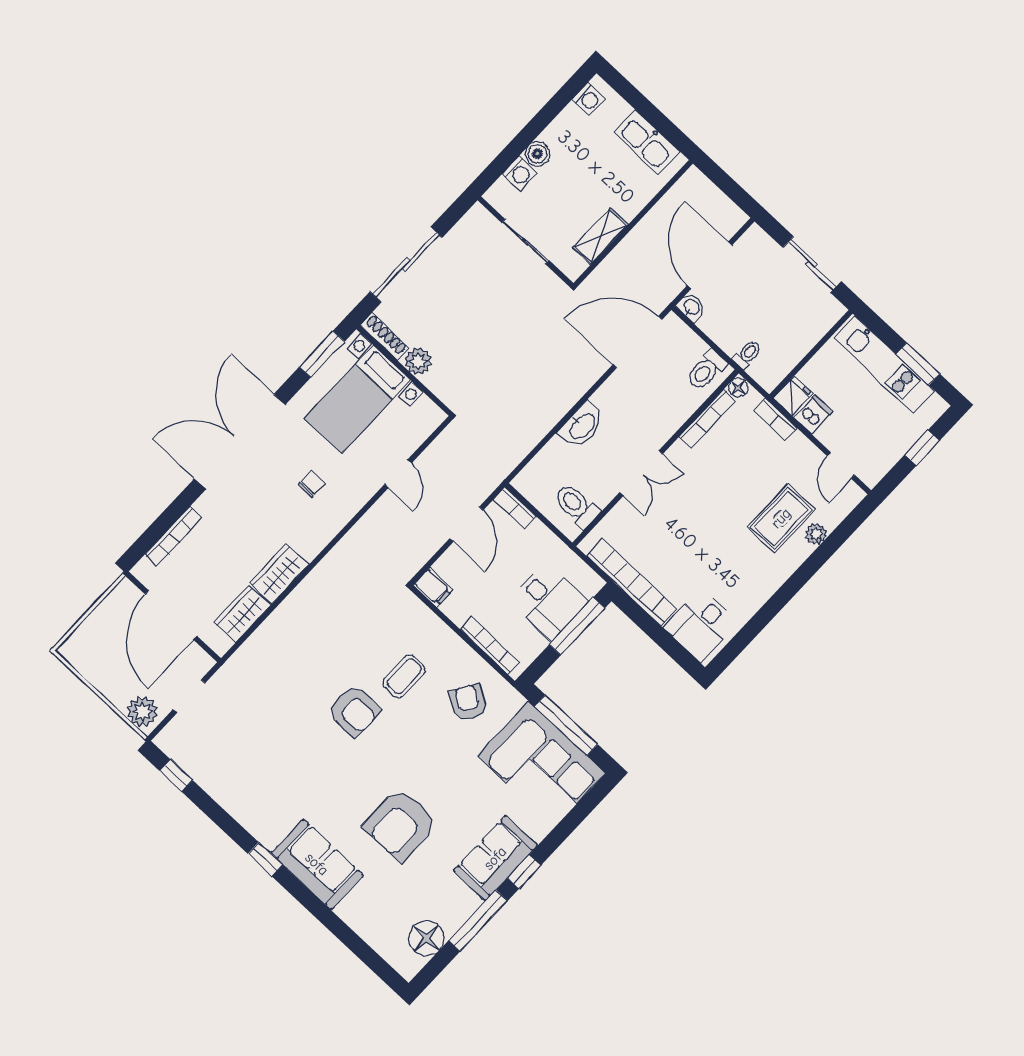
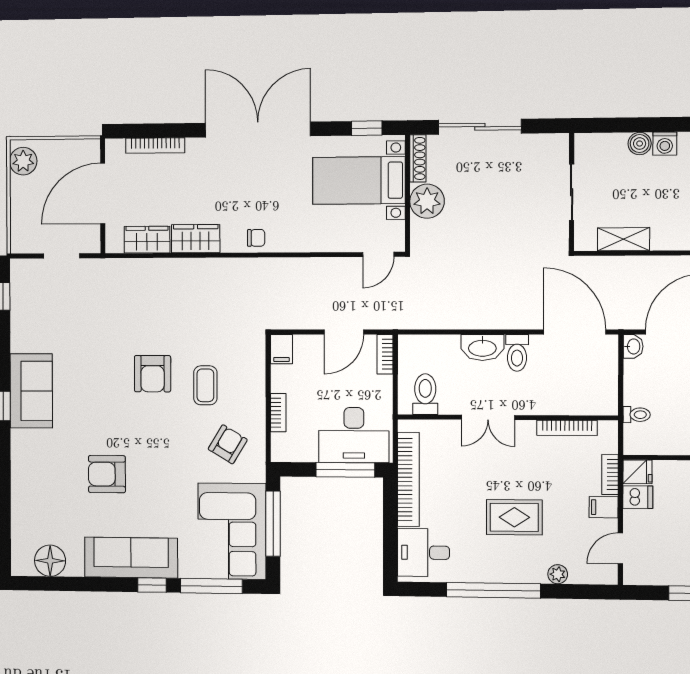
washing machine: (520, 173) -> (665, 144), moved
window: (322, 354) -> (367, 128), width x0.67
plant: (418, 361) -> (427, 201), width x1.36, depth x1.36
toilet: (706, 370) -> (517, 353), moved, turned -90
floor lamp: (738, 387) -> (608, 429), removed
filing cabinet: (796, 448) -> (604, 507), added
door: (398, 474) -> (378, 254), moved
chair: (311, 484) -> (256, 238), moved
rug: (781, 518) -> (514, 517), moved
window: (782, 597) -> (493, 590), added
desk: (549, 601) -> (354, 435), width x1.37
bookcase: (490, 646) -> (278, 413), width x0.64
coffee table: (404, 676) -> (205, 385), turned 90
plant: (142, 712) -> (23, 161), moved
armchair: (400, 825) -> (107, 474), width x0.73, depth x0.73
sofa: (495, 858) -> (131, 558), width x1.36
sofa: (317, 864) -> (31, 391), moved
window: (478, 921) -> (211, 586), moved

